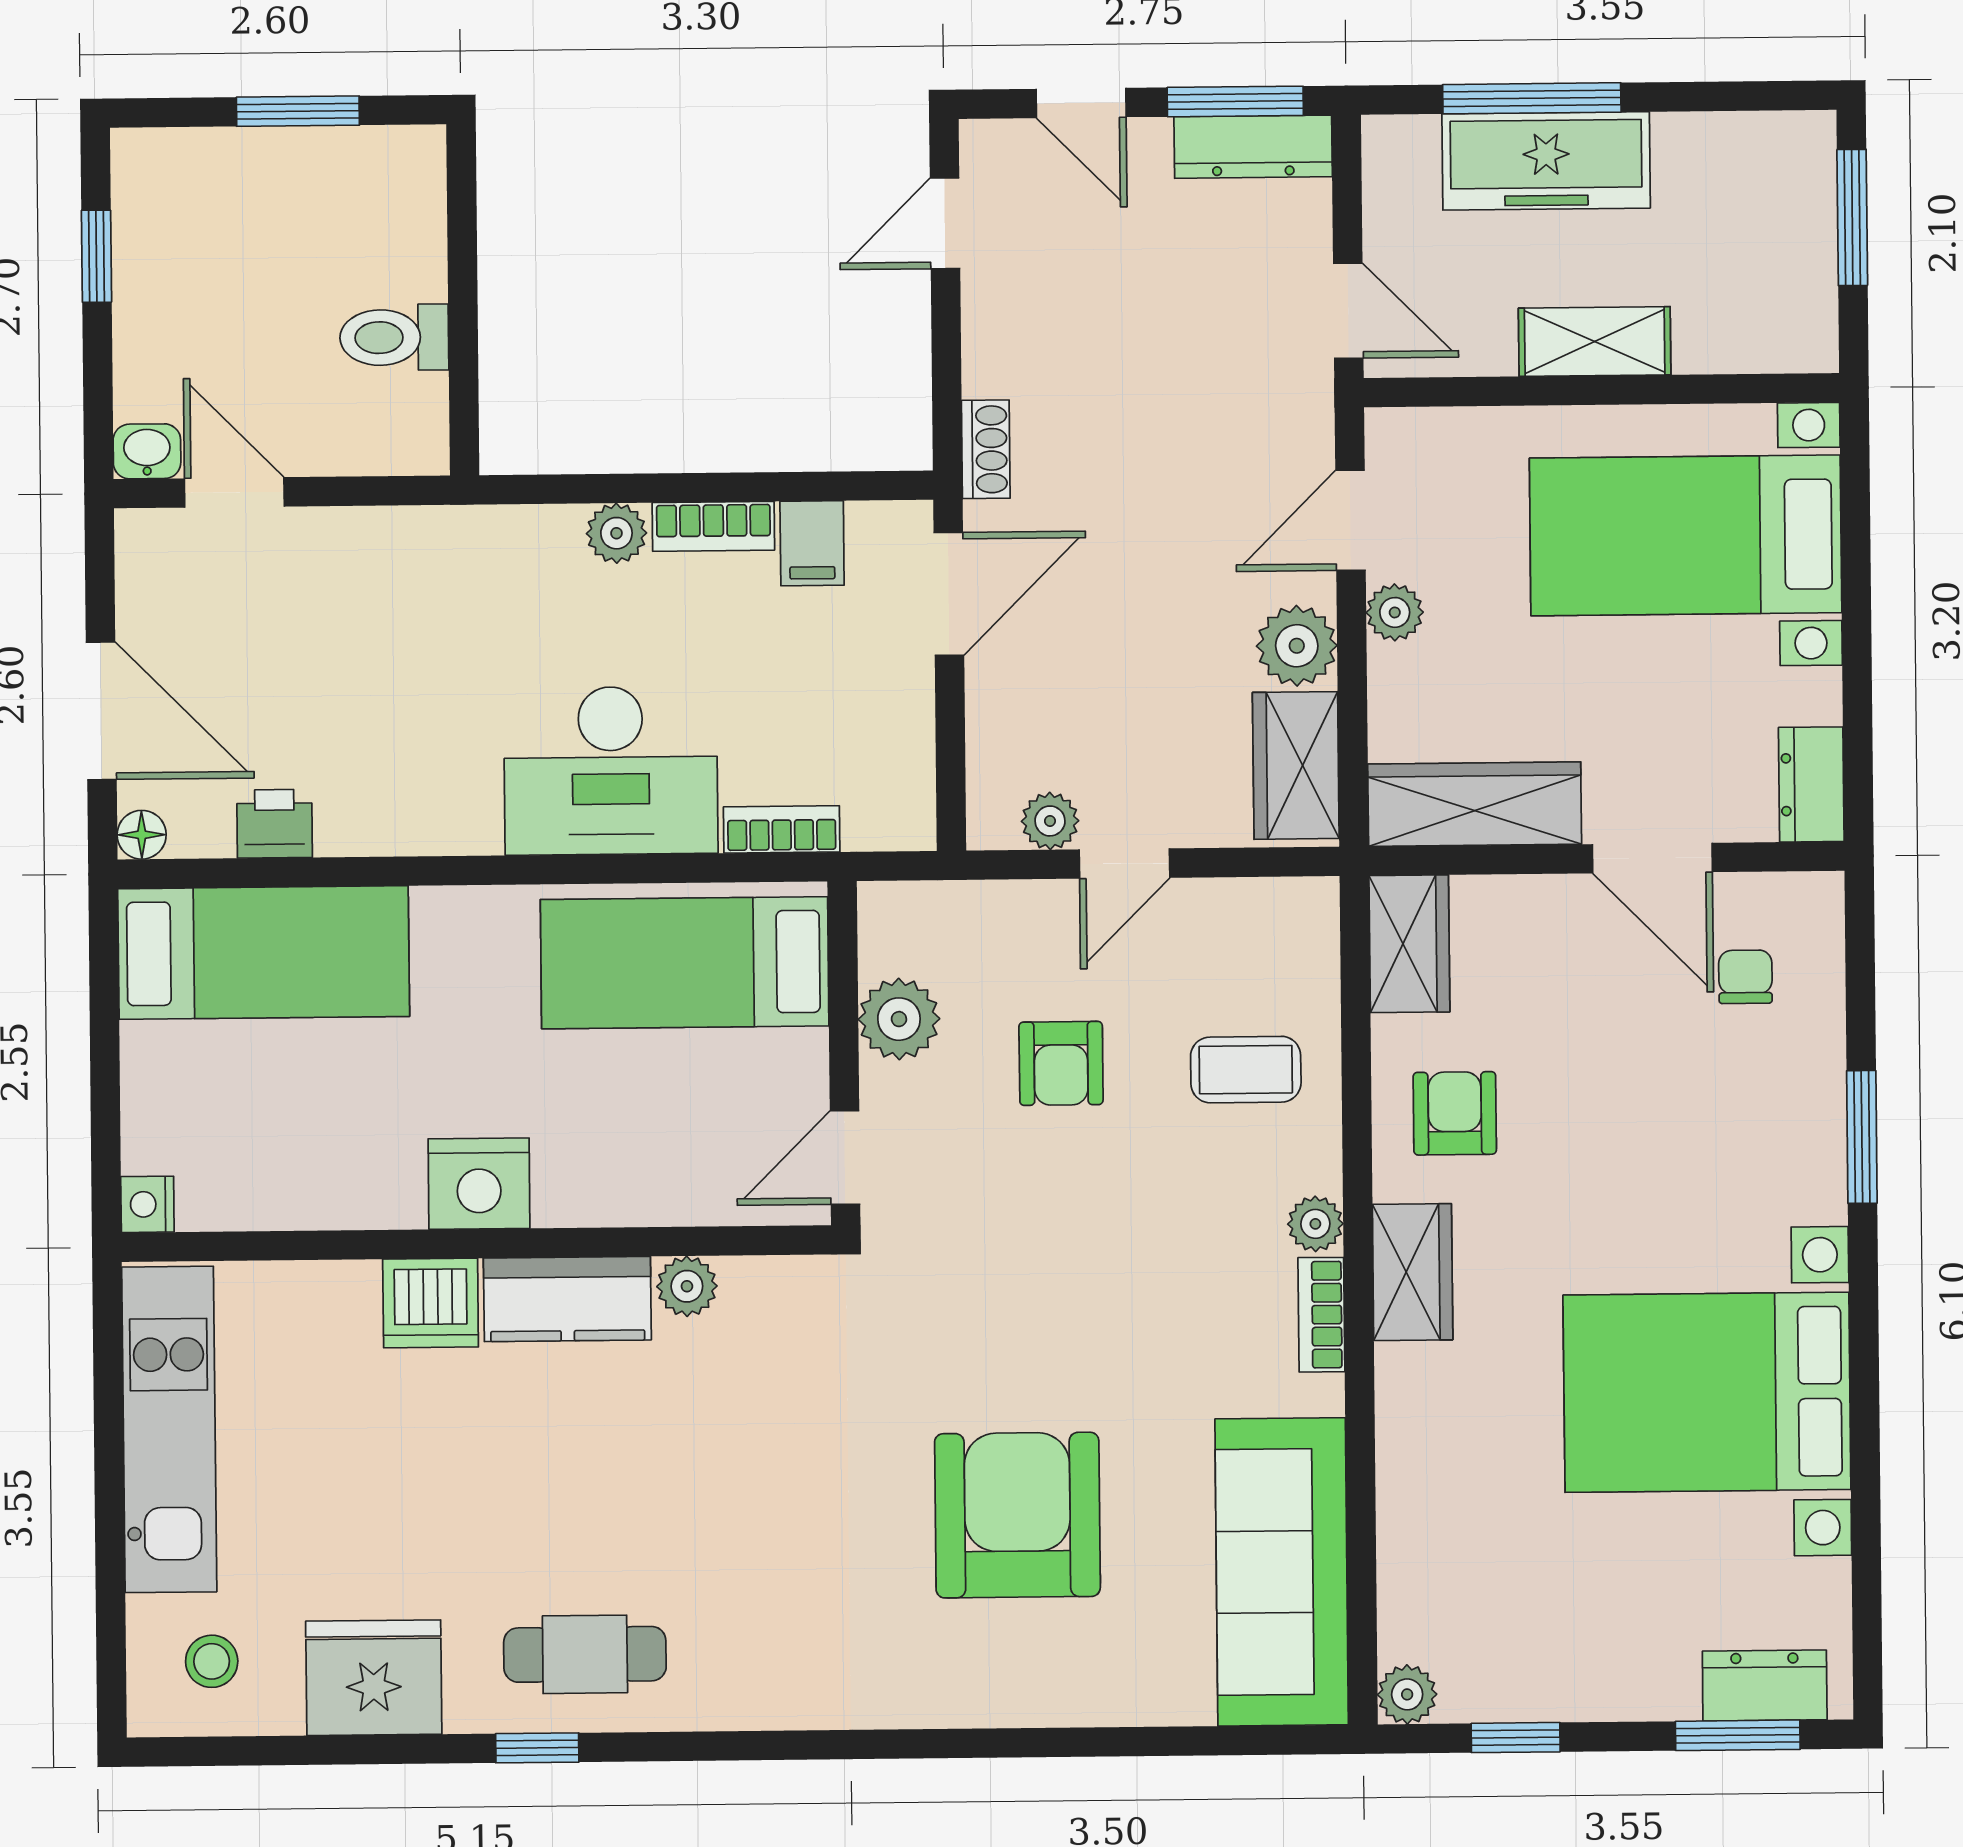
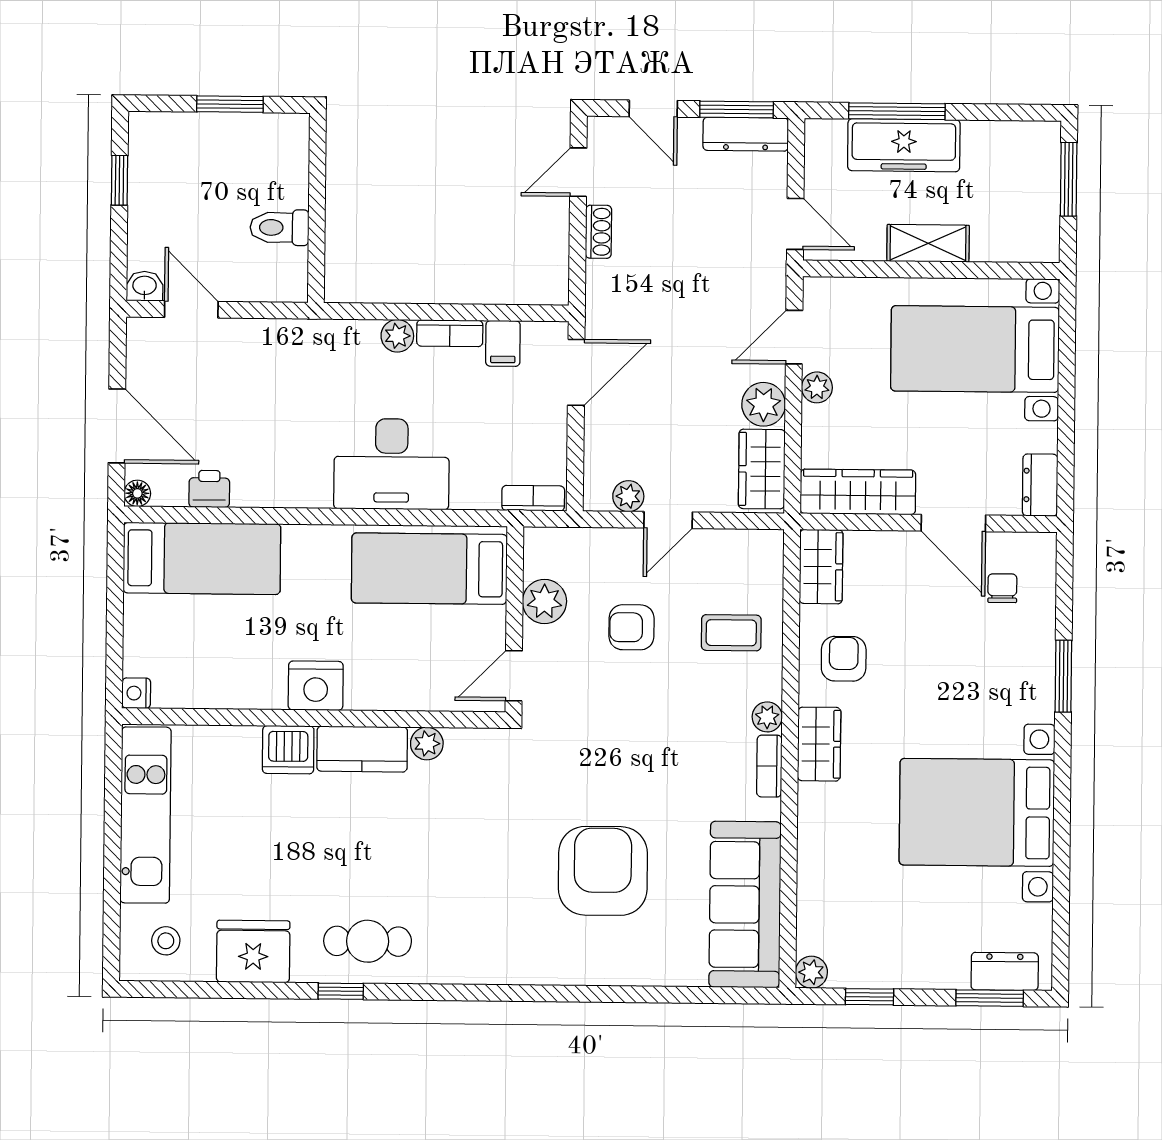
shoe rack: (986, 449) -> (598, 232), moved
bookcase: (782, 829) -> (533, 498), moved
armchair: (1061, 1063) -> (632, 627), turned 90

